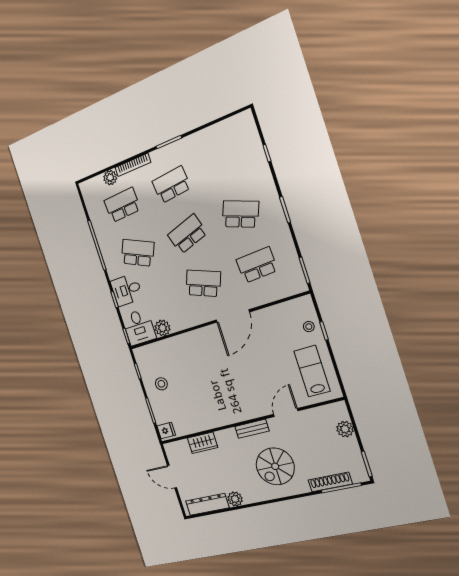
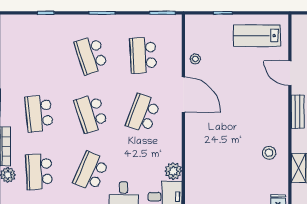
school desk: (241, 214) -> (91, 55), turned -39
stool: (309, 327) -> (195, 59), moved
stool: (161, 384) -> (269, 153), moved

